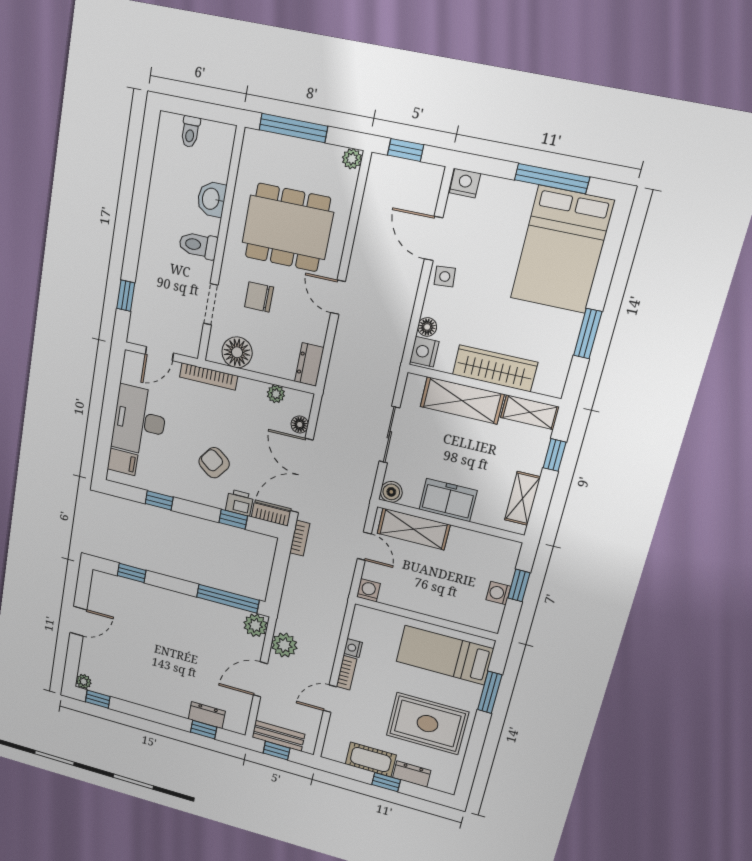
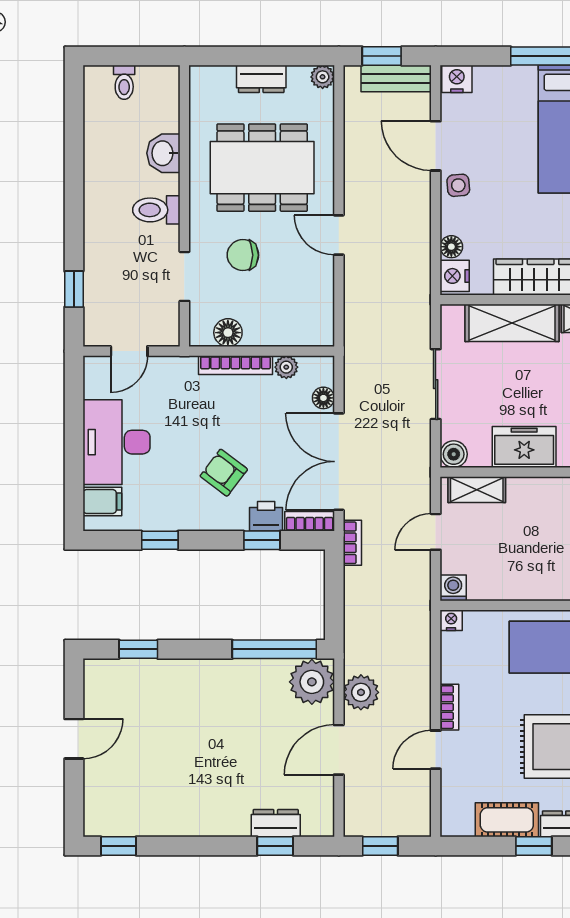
window: (293, 128) -> (247, 56), removed
floor lamp: (237, 352) -> (228, 333), width x0.73, depth x0.73
dresser: (309, 365) -> (261, 79), moved, turned -90
bookcase: (209, 376) -> (235, 365), moved
shelving: (414, 529) -> (477, 490), width x0.67, depth x0.75
door: (364, 546) -> (436, 532), swing flipped
plant: (255, 625) -> (312, 682), width x1.36, depth x1.36
nightstand: (353, 648) -> (451, 620), moved, turned 90
plant: (84, 682) -> (94, 826), removed
bench: (278, 736) -> (396, 78), moved

